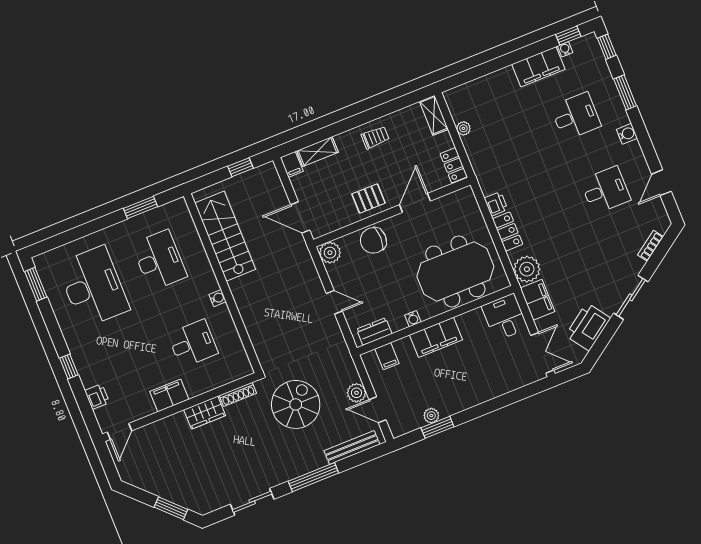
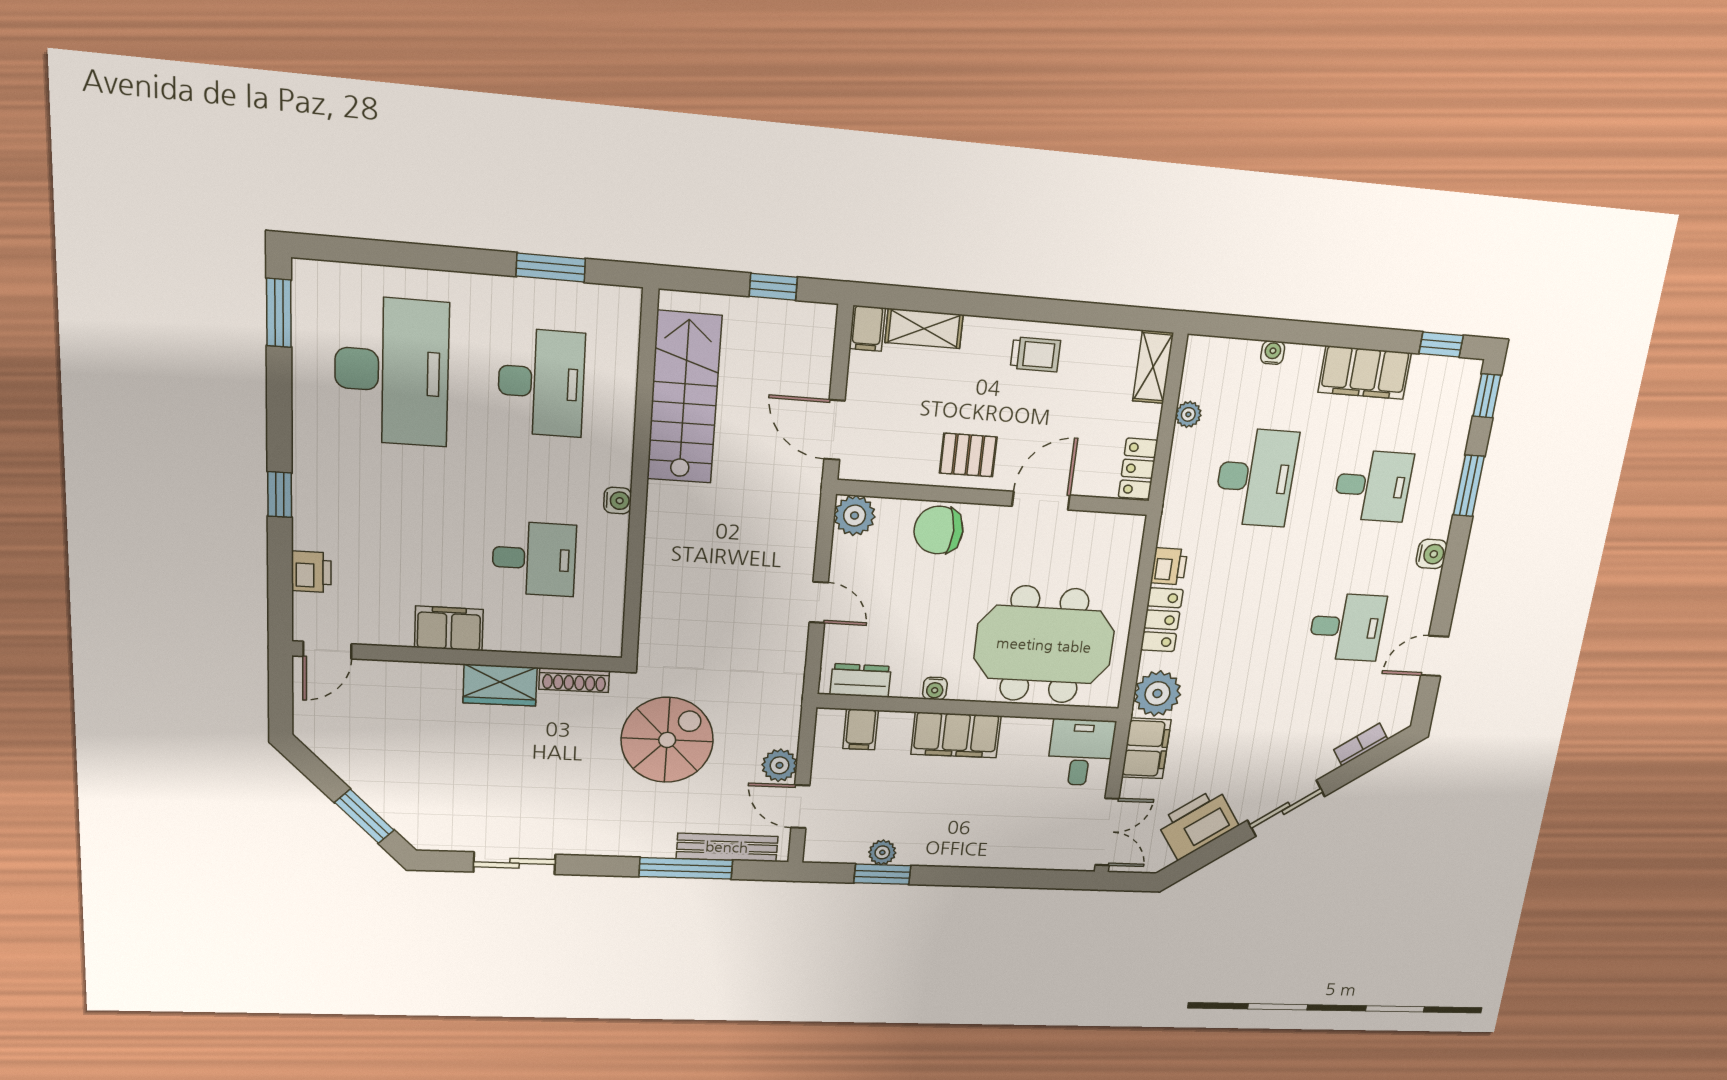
water cooler: (565, 49) -> (1273, 353), moved
desk: (514, 141) -> (1256, 477), added
window: (313, 477) -> (686, 868), moved

